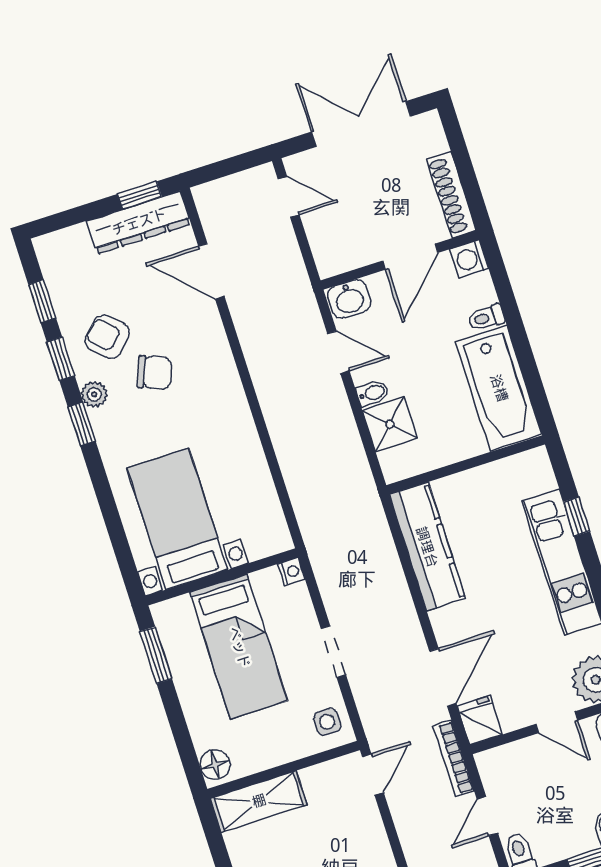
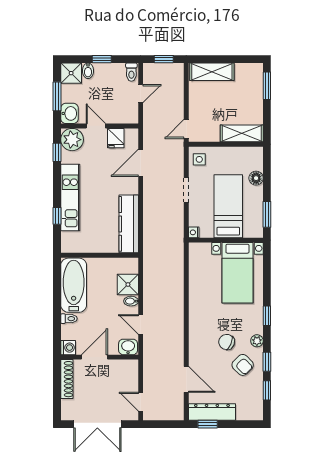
window: (82, 424) -> (267, 316), moved
fridge: (480, 720) -> (116, 138), moved
bookcase: (454, 758) -> (147, 125), removed
floor lamp: (215, 765) -> (256, 178), moved

